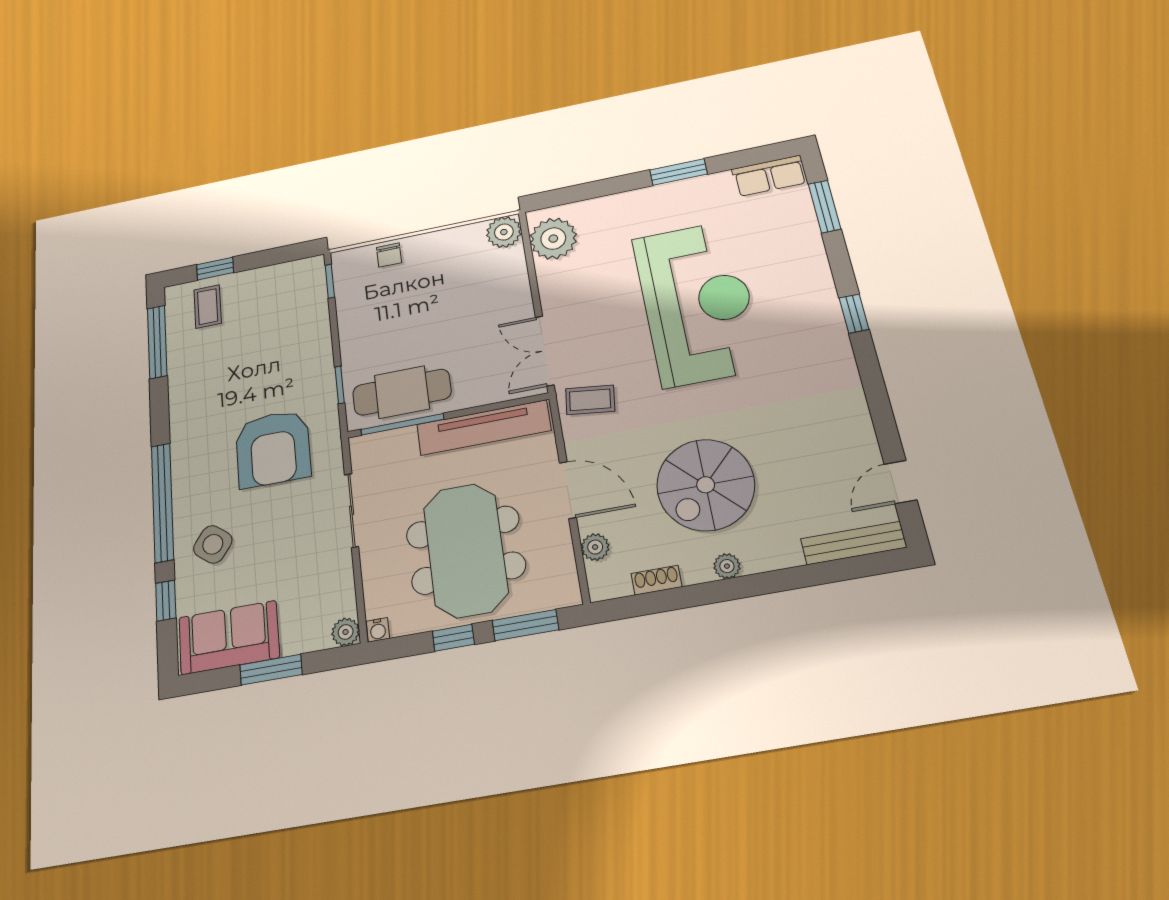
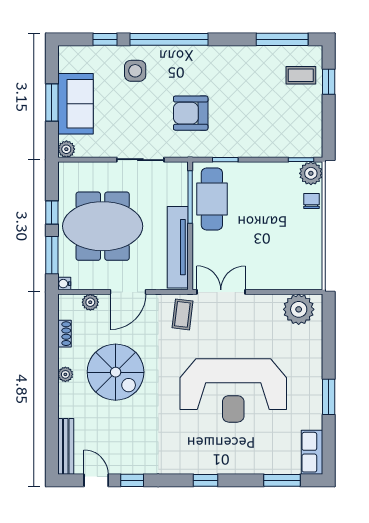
plant: (504, 232) -> (311, 173), moved
chair: (389, 255) -> (311, 201), turned 90
window: (885, 424) -> (132, 480), added
armchair: (273, 449) -> (191, 113), width x0.73, depth x0.73
spiral stairs: (706, 485) -> (116, 372), turned 180
side table: (213, 544) -> (135, 71), turned -37
water cooler: (378, 630) -> (64, 284), moved
sofa: (229, 637) -> (75, 104), moved

